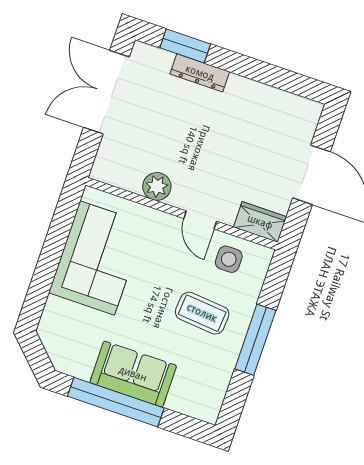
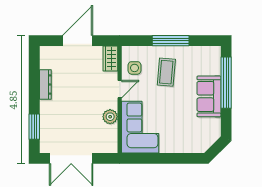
dresser: (200, 73) -> (45, 84), moved
corner sofa: (97, 258) -> (140, 127), moved, turned 90
window: (116, 402) -> (226, 83), moved

